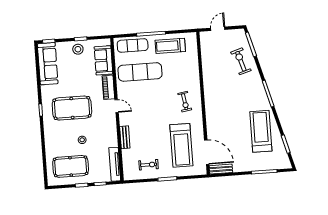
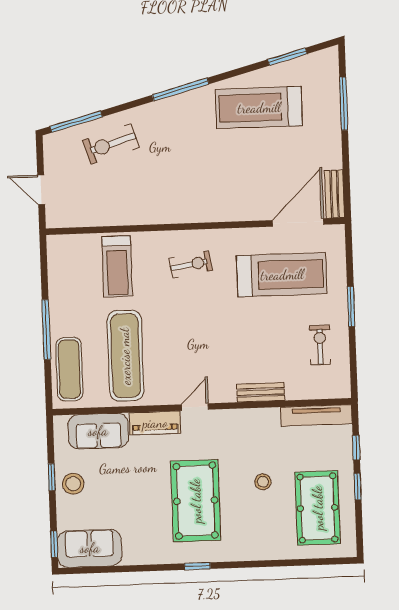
treadmill: (170, 46) -> (117, 266), moved
sofa: (48, 64) -> (90, 548), width x0.73

